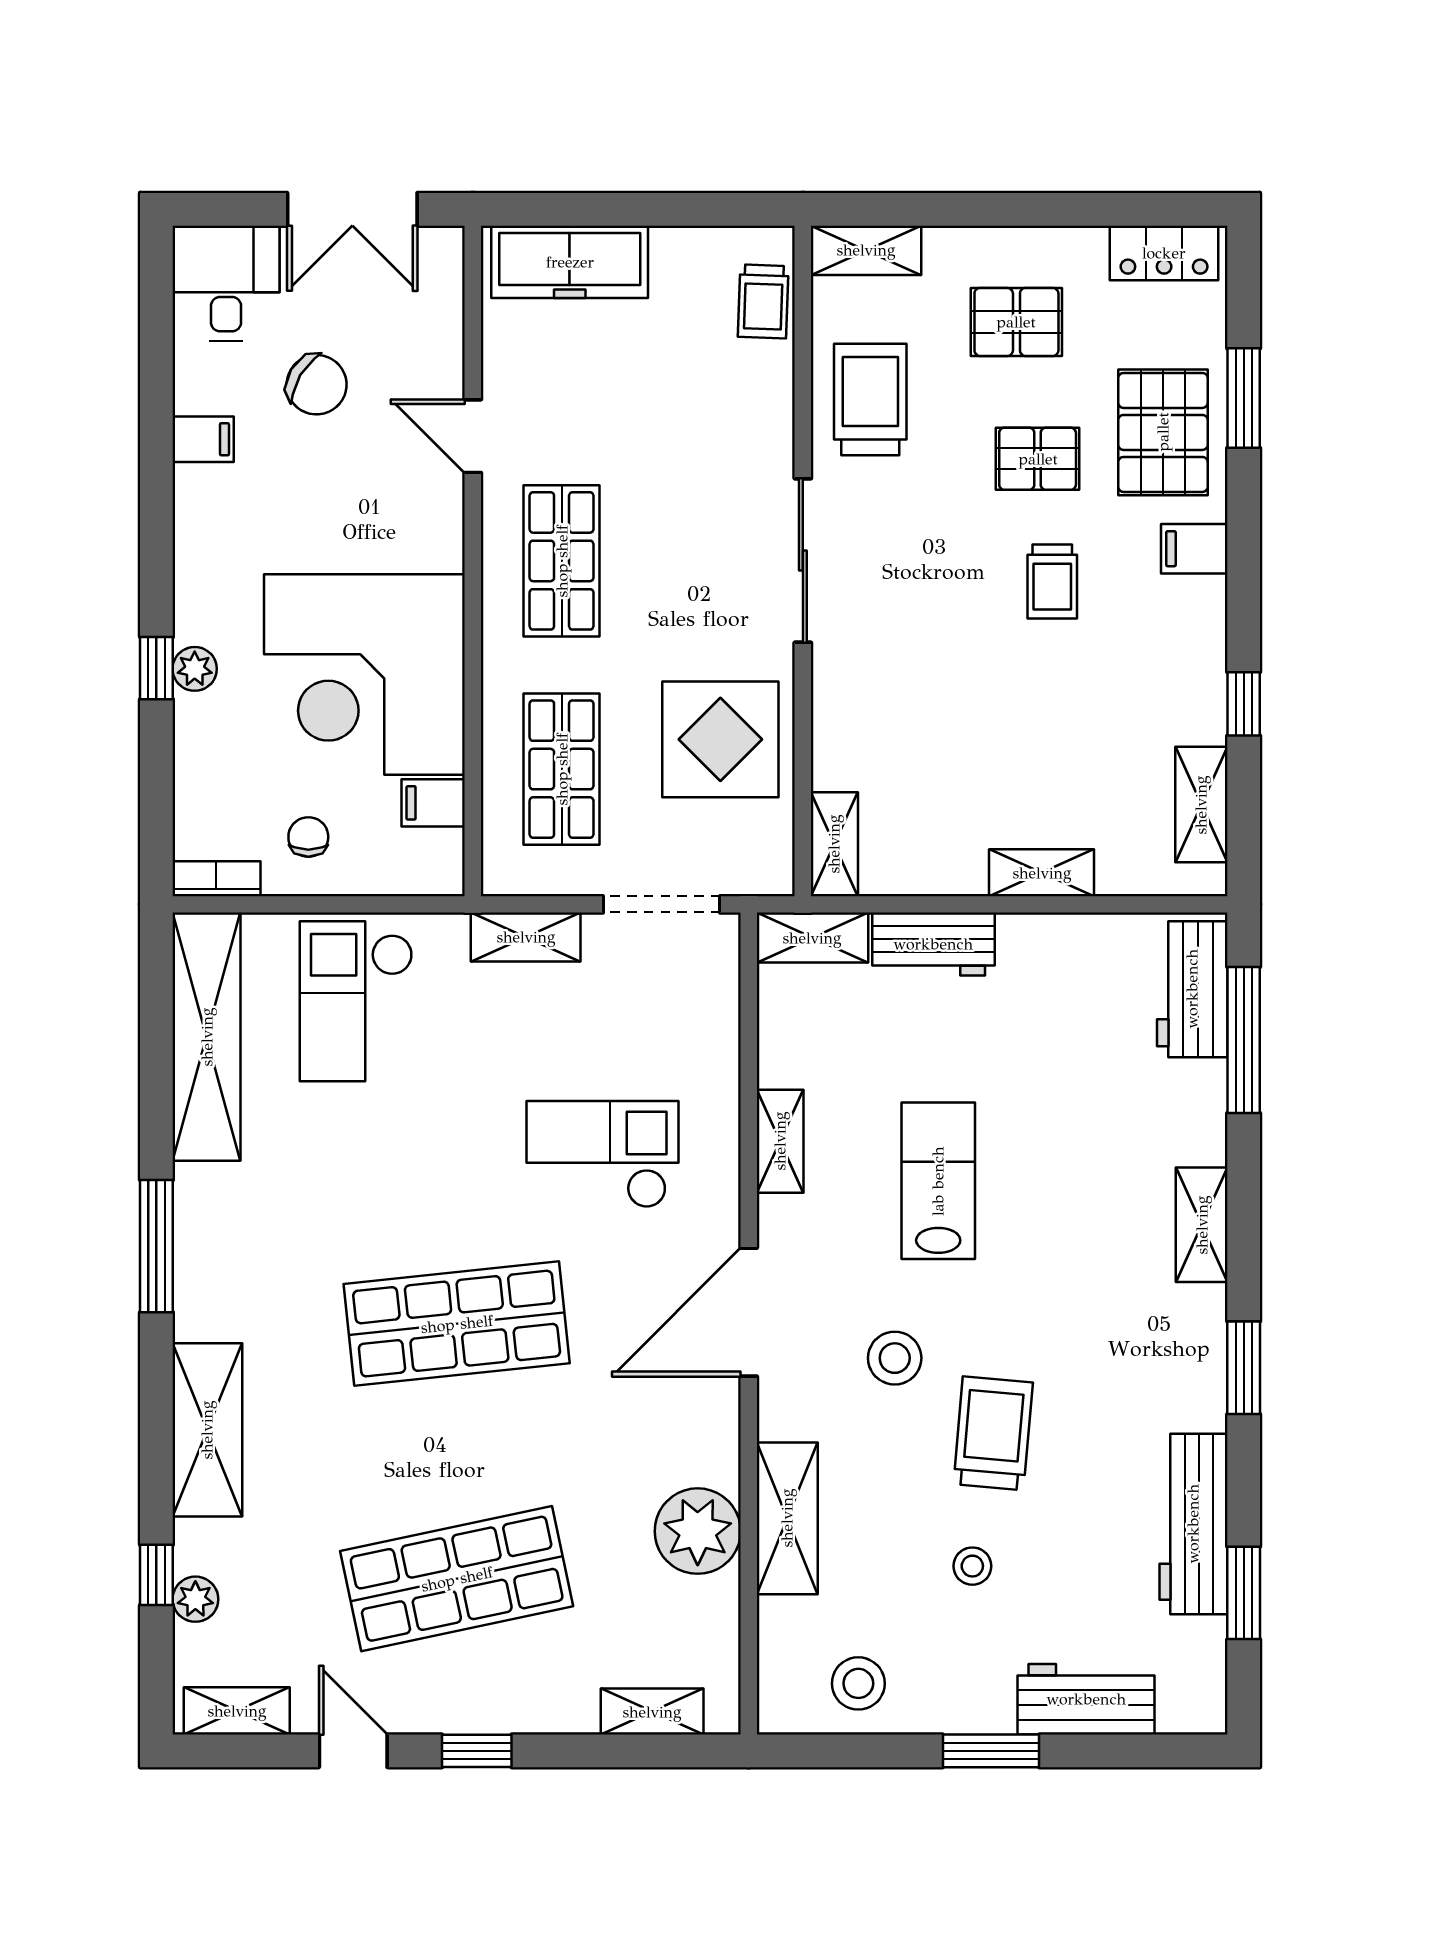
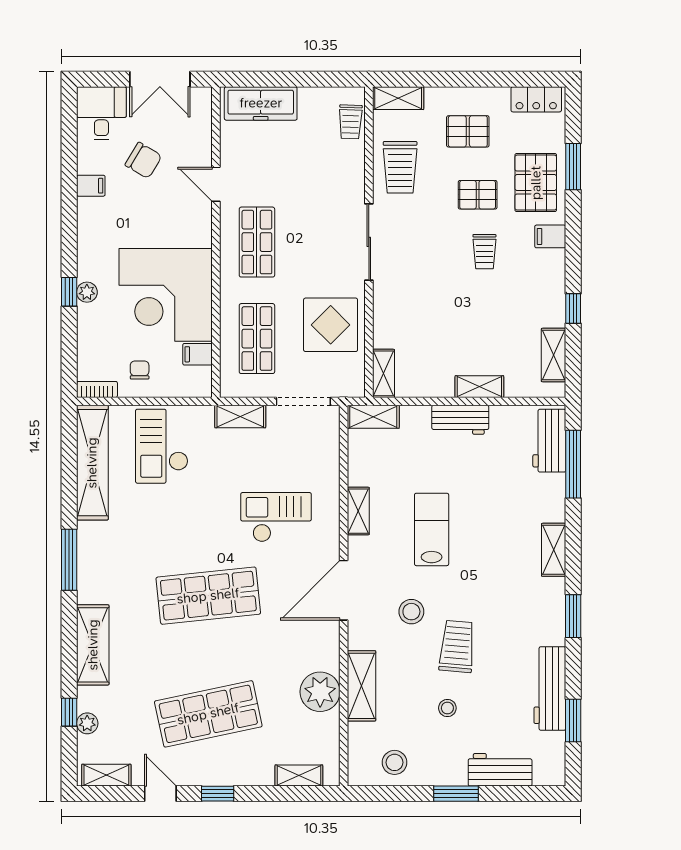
trolley: (870, 399) -> (400, 167), turned 180
workbench: (933, 944) -> (460, 420), moved

